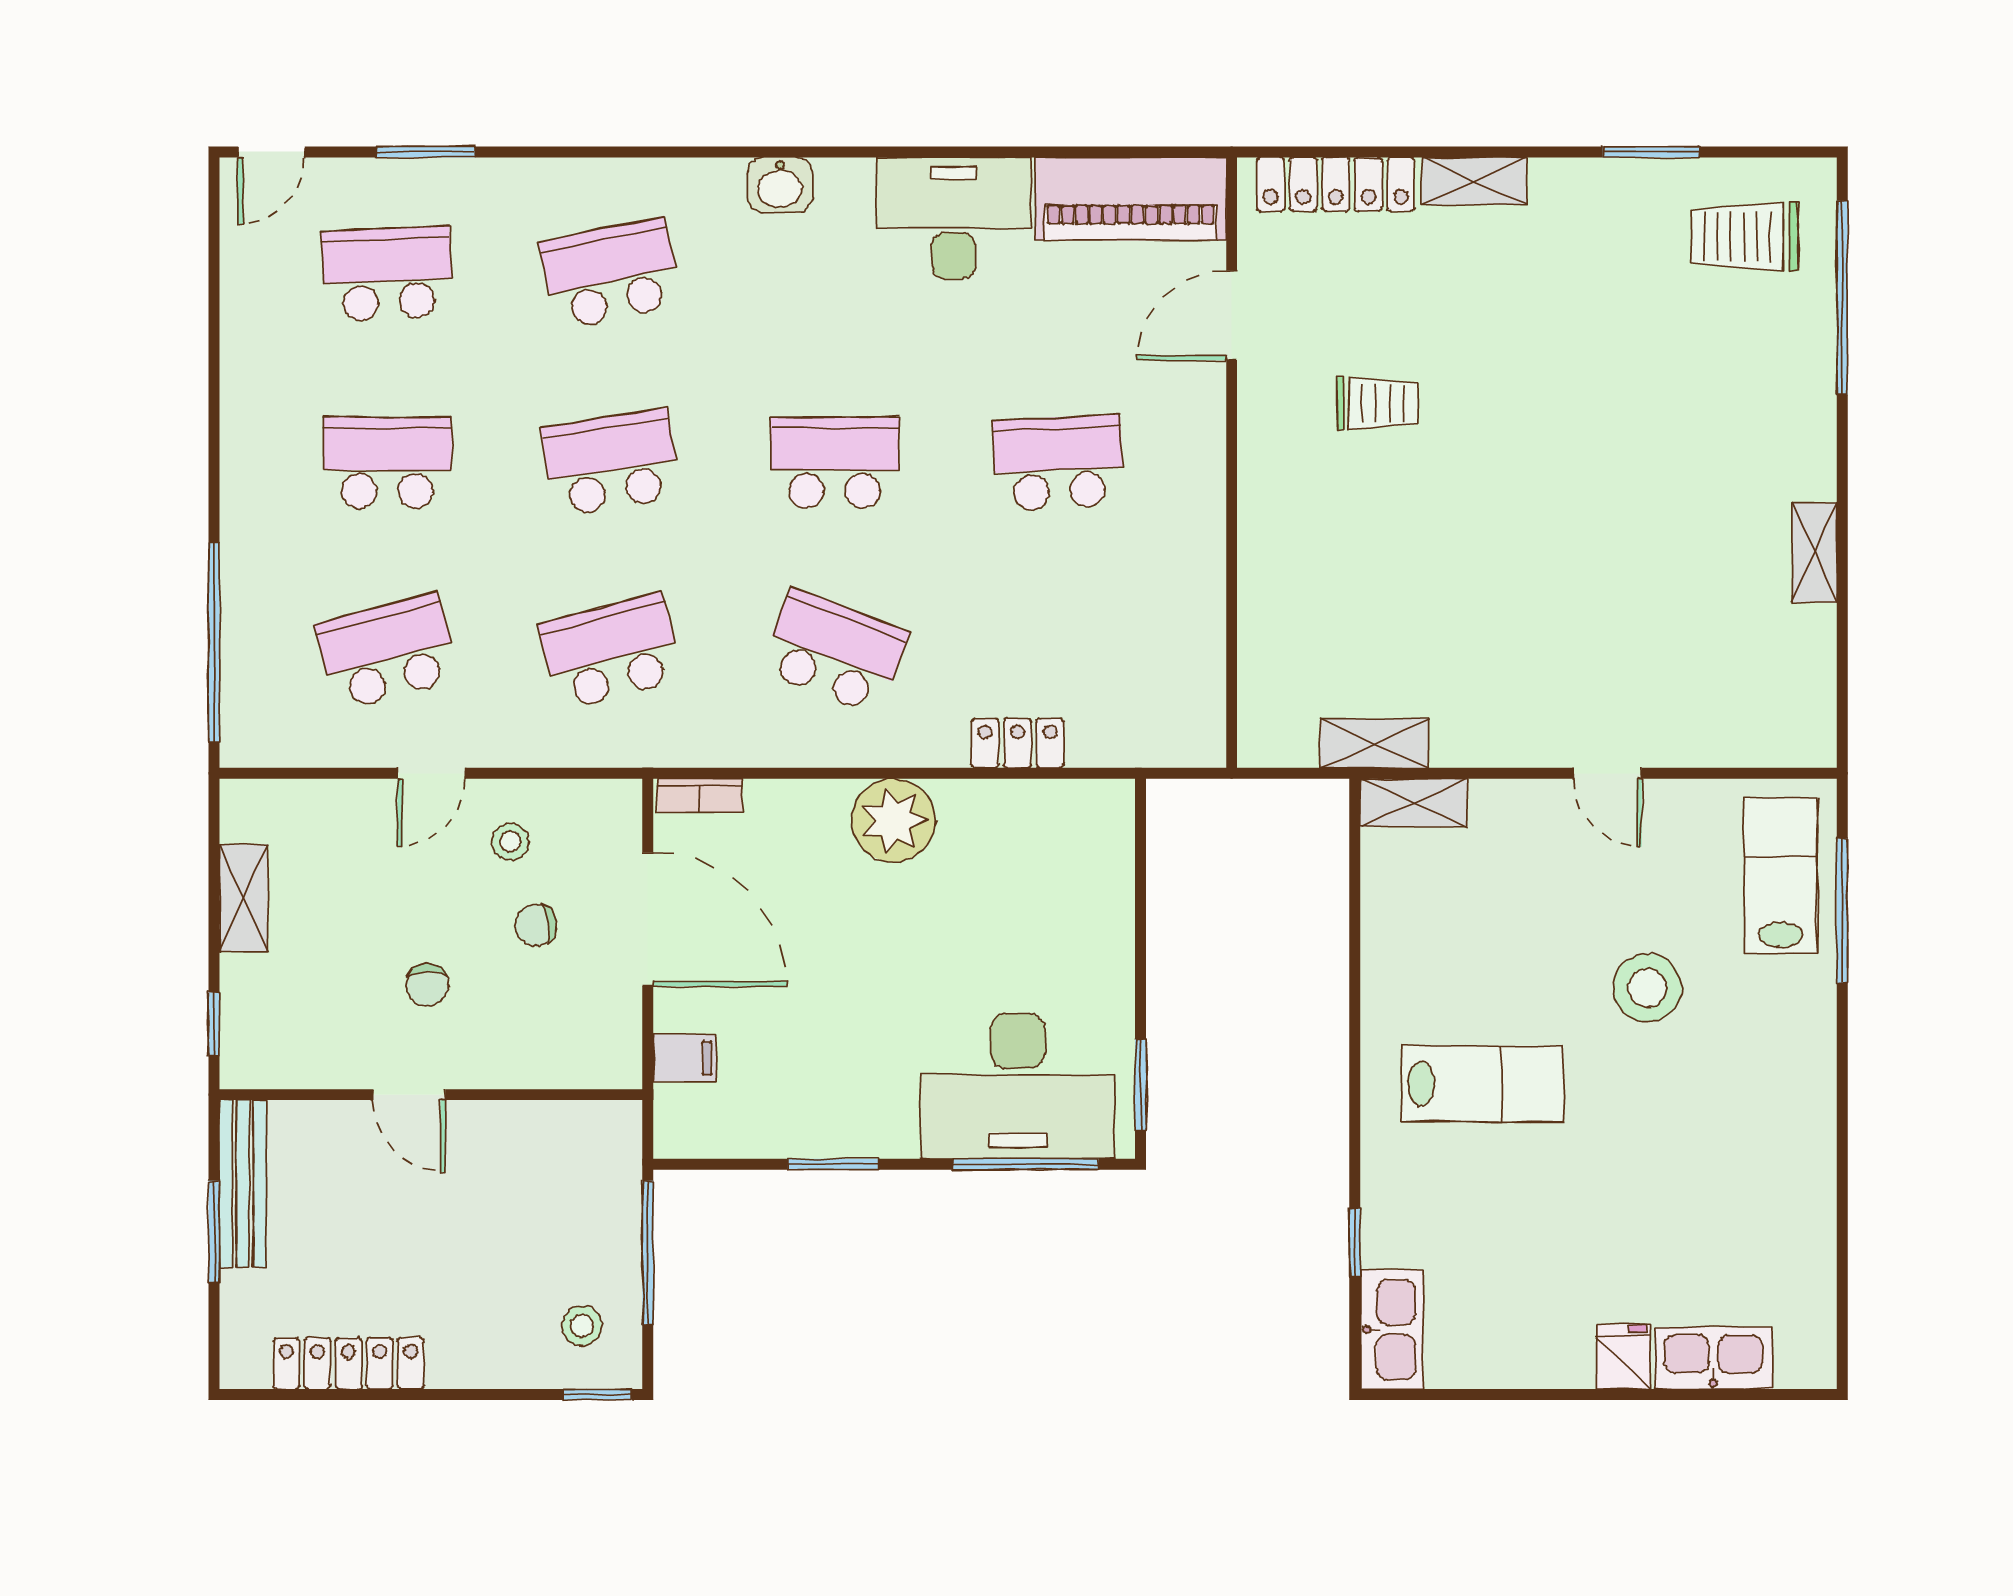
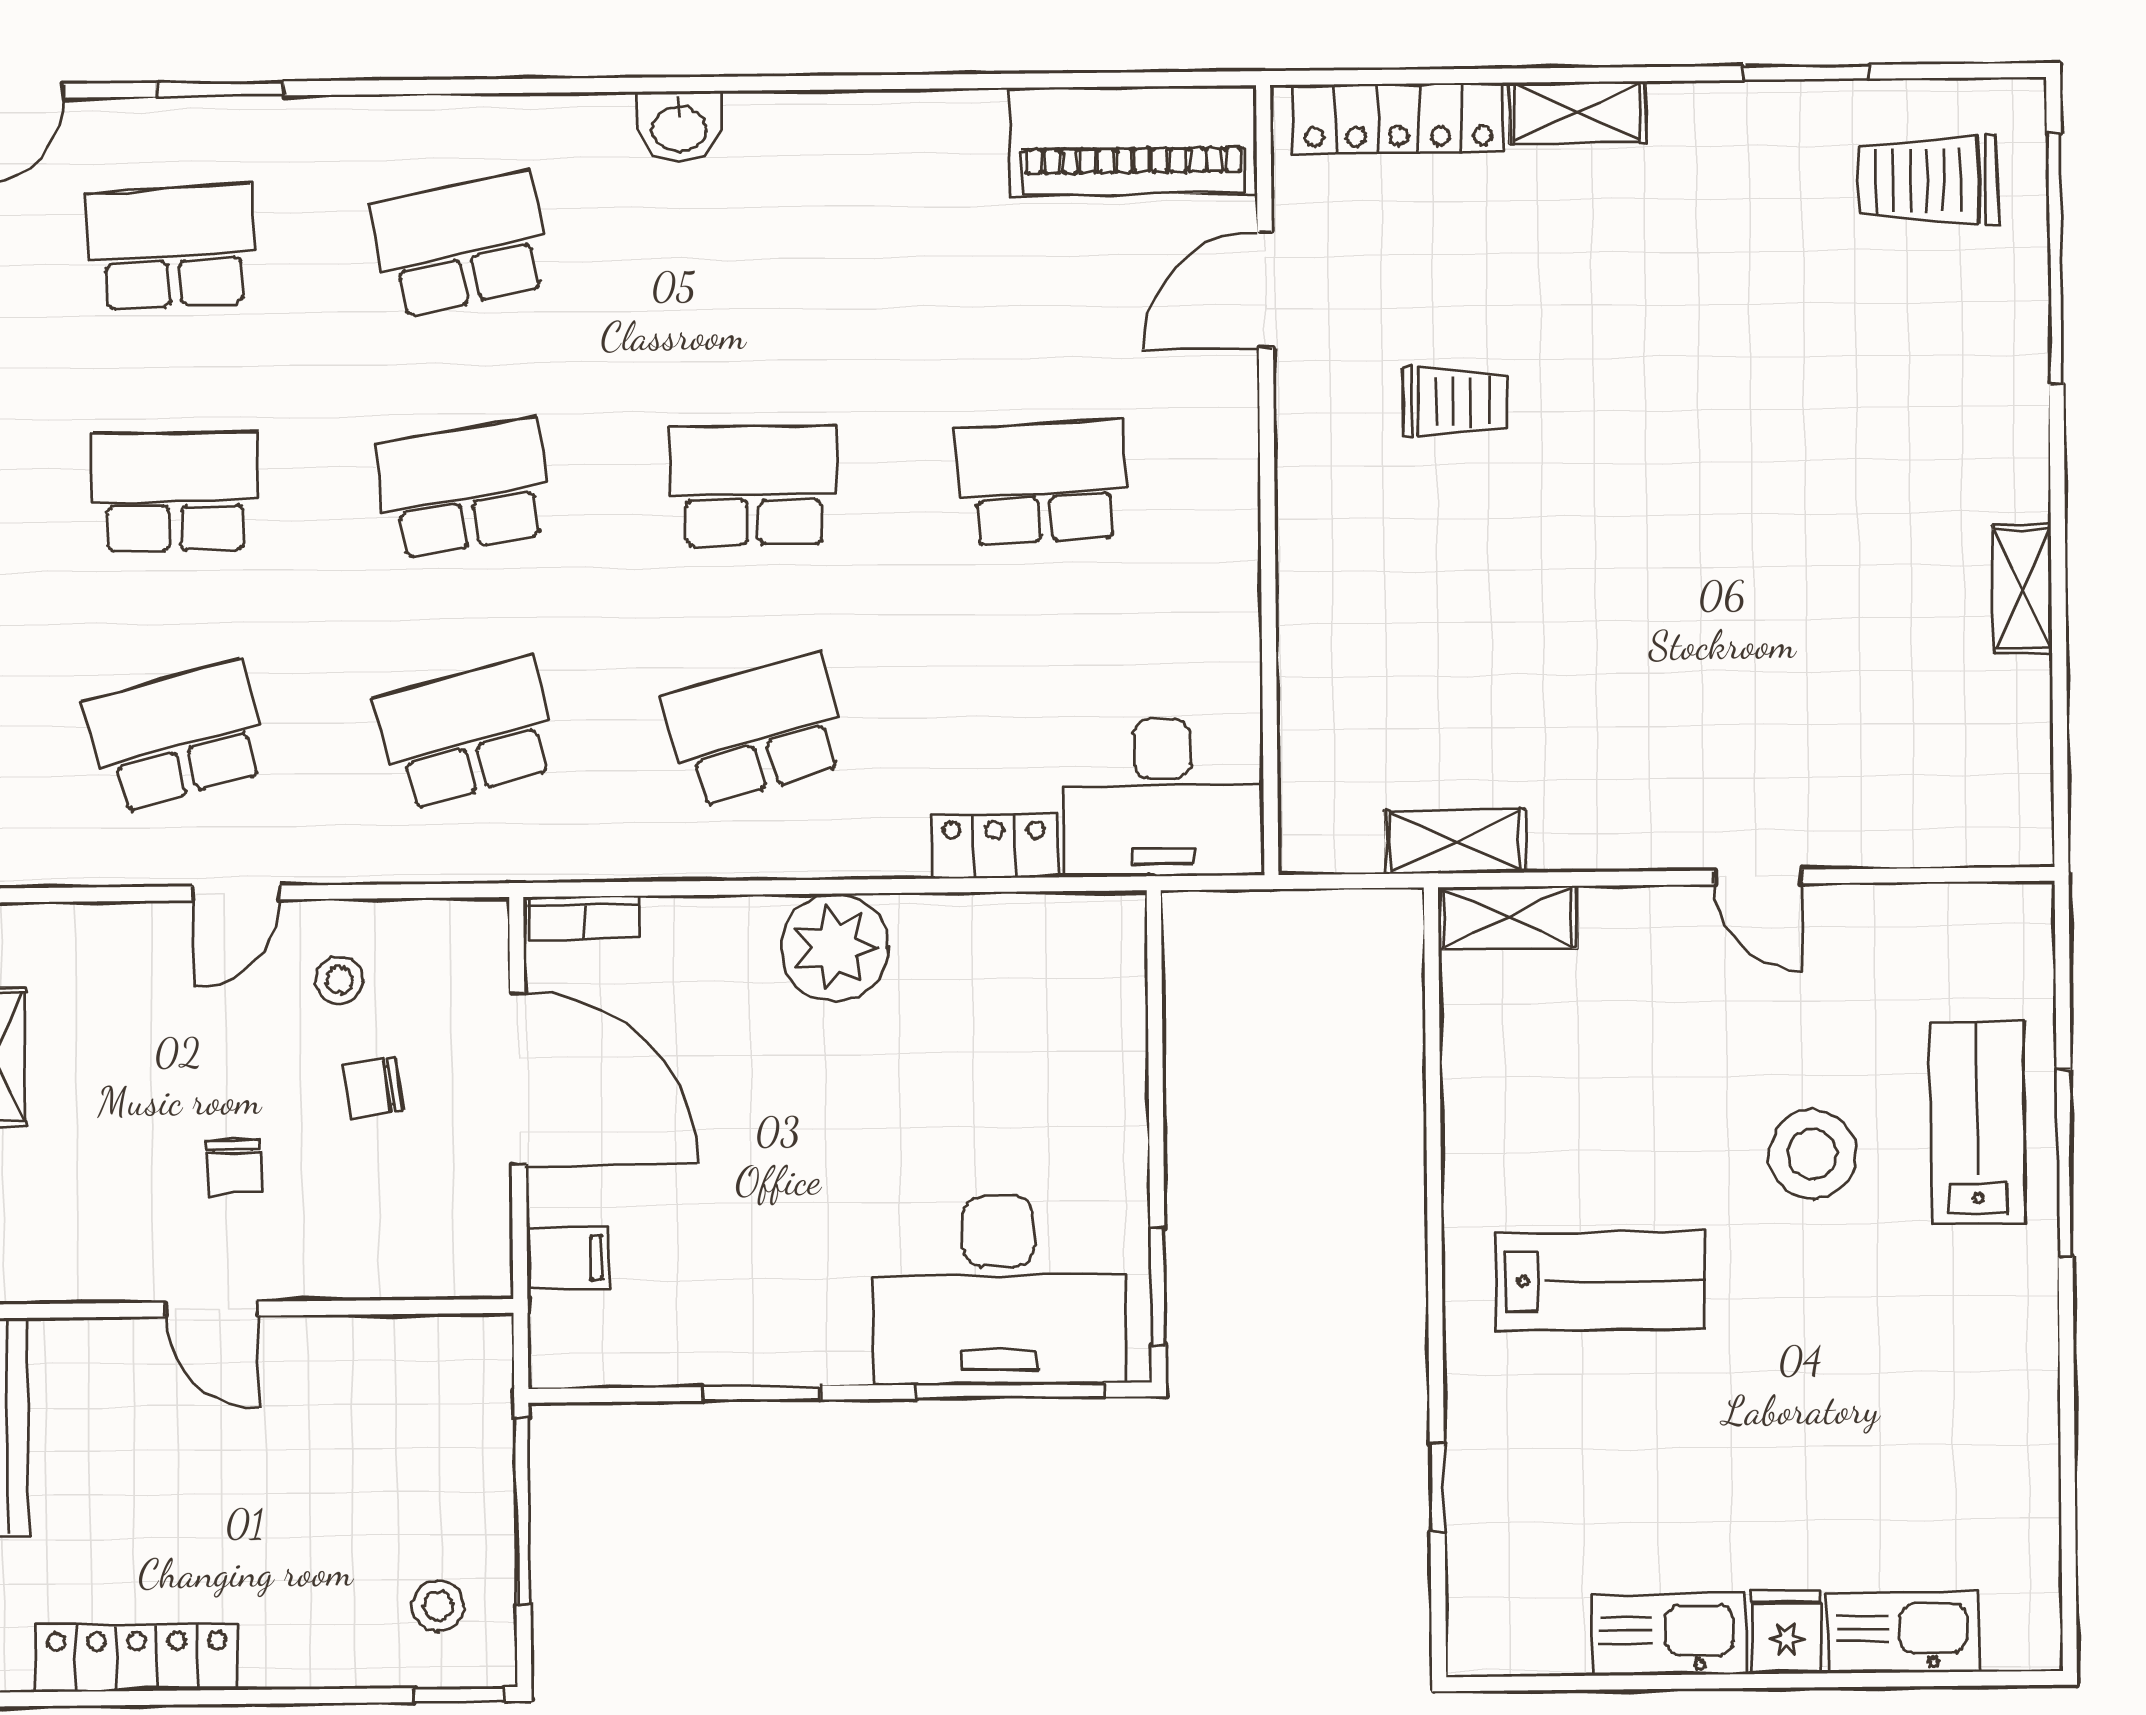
desk: (954, 218) -> (1163, 798), moved, turned 180
school desk: (835, 652) -> (756, 730), turned -36
lab bench: (1781, 876) -> (1978, 1123), moved
window: (1842, 911) -> (2065, 1163), moved
kitchen sink: (1392, 1330) -> (1669, 1634), moved, turned -90

